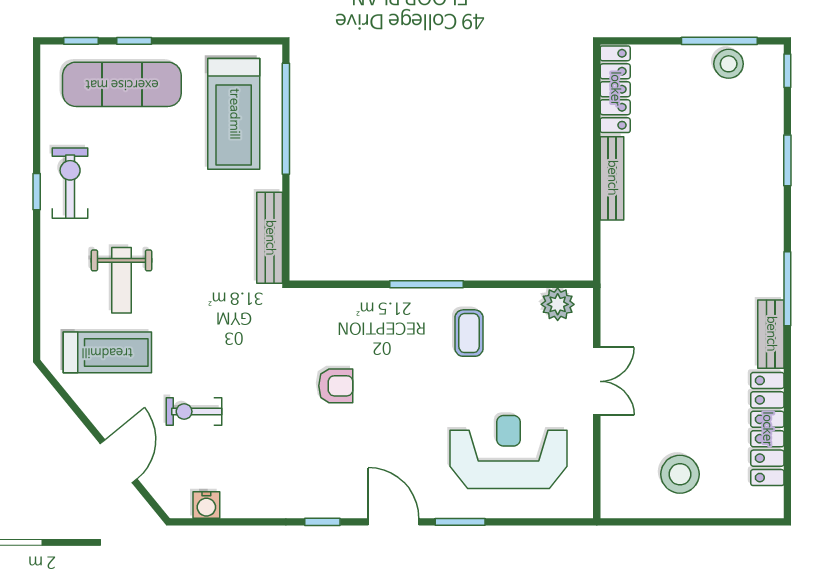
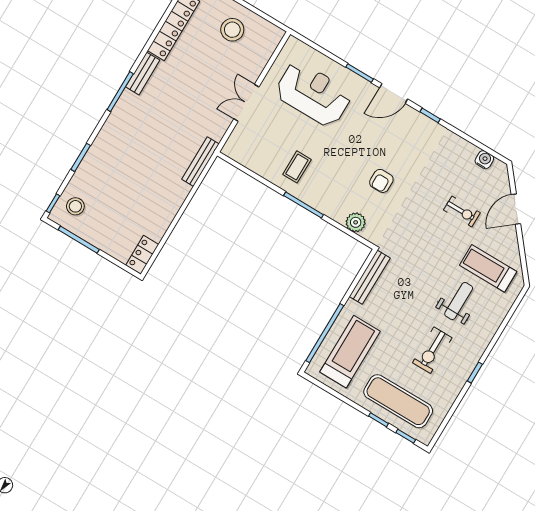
stool: (729, 64) -> (75, 206), moved
locker: (615, 89) -> (142, 255), width x0.66
bench: (612, 178) -> (200, 162), moved
exercise bike: (70, 183) -> (432, 350), moved
plant: (558, 304) -> (356, 222), moved
armchair: (336, 386) -> (381, 181), turned -90
reception desk: (509, 452) -> (313, 94), turned 180
door: (394, 522) -> (394, 93), hinge flipped

